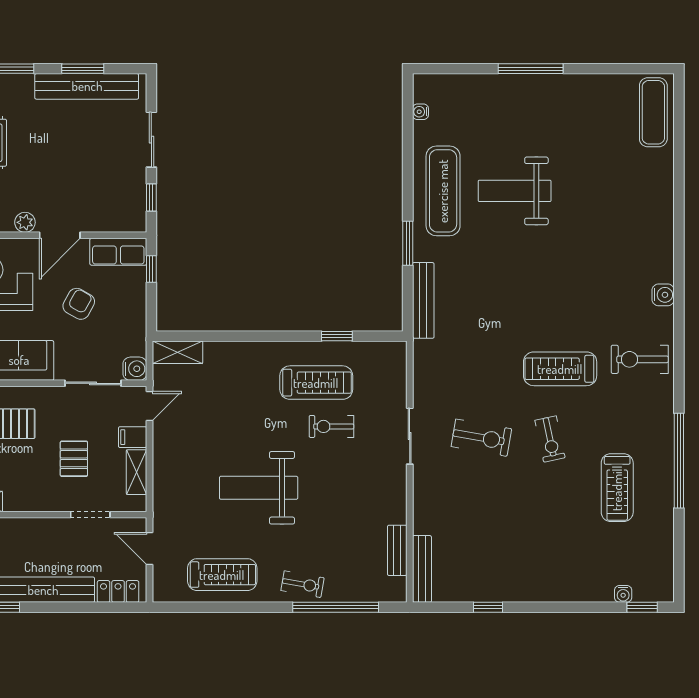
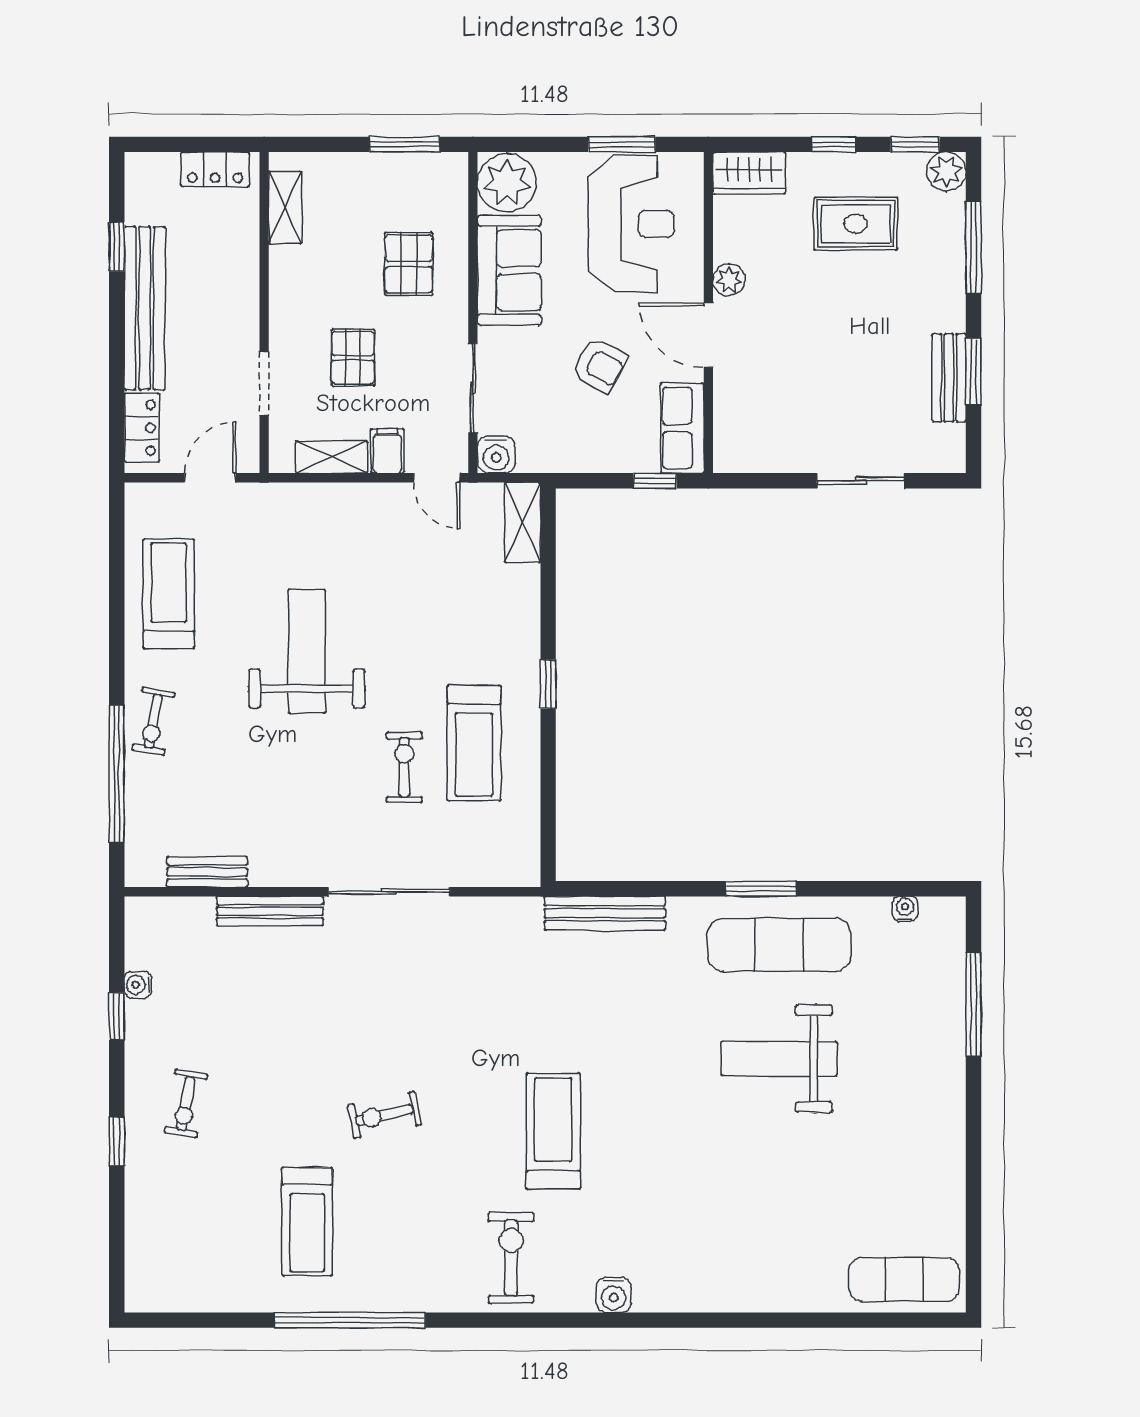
window: (531, 69) -> (973, 1005), moved
bench: (87, 86) -> (949, 378), width x0.54, depth x0.82
weight bench: (515, 191) -> (779, 1059), turned -90
window: (151, 198) -> (769, 481), removed
window: (408, 243) -> (761, 889), moved
window: (337, 336) -> (548, 684), moved
treadmill: (560, 369) -> (553, 1131), moved
sliding door: (410, 436) -> (389, 892), width x1.37
exercise bike: (481, 438) -> (186, 1104), moved, width x0.73, depth x0.72
pallet: (74, 459) -> (353, 358), turned 90
treadmill: (617, 488) -> (307, 1222), turned -90
bench: (422, 569) -> (270, 911), moved
treadmill: (222, 575) -> (169, 594), turned 180
water cooler: (623, 594) -> (138, 985), moved
window: (642, 607) -> (117, 1141), moved

